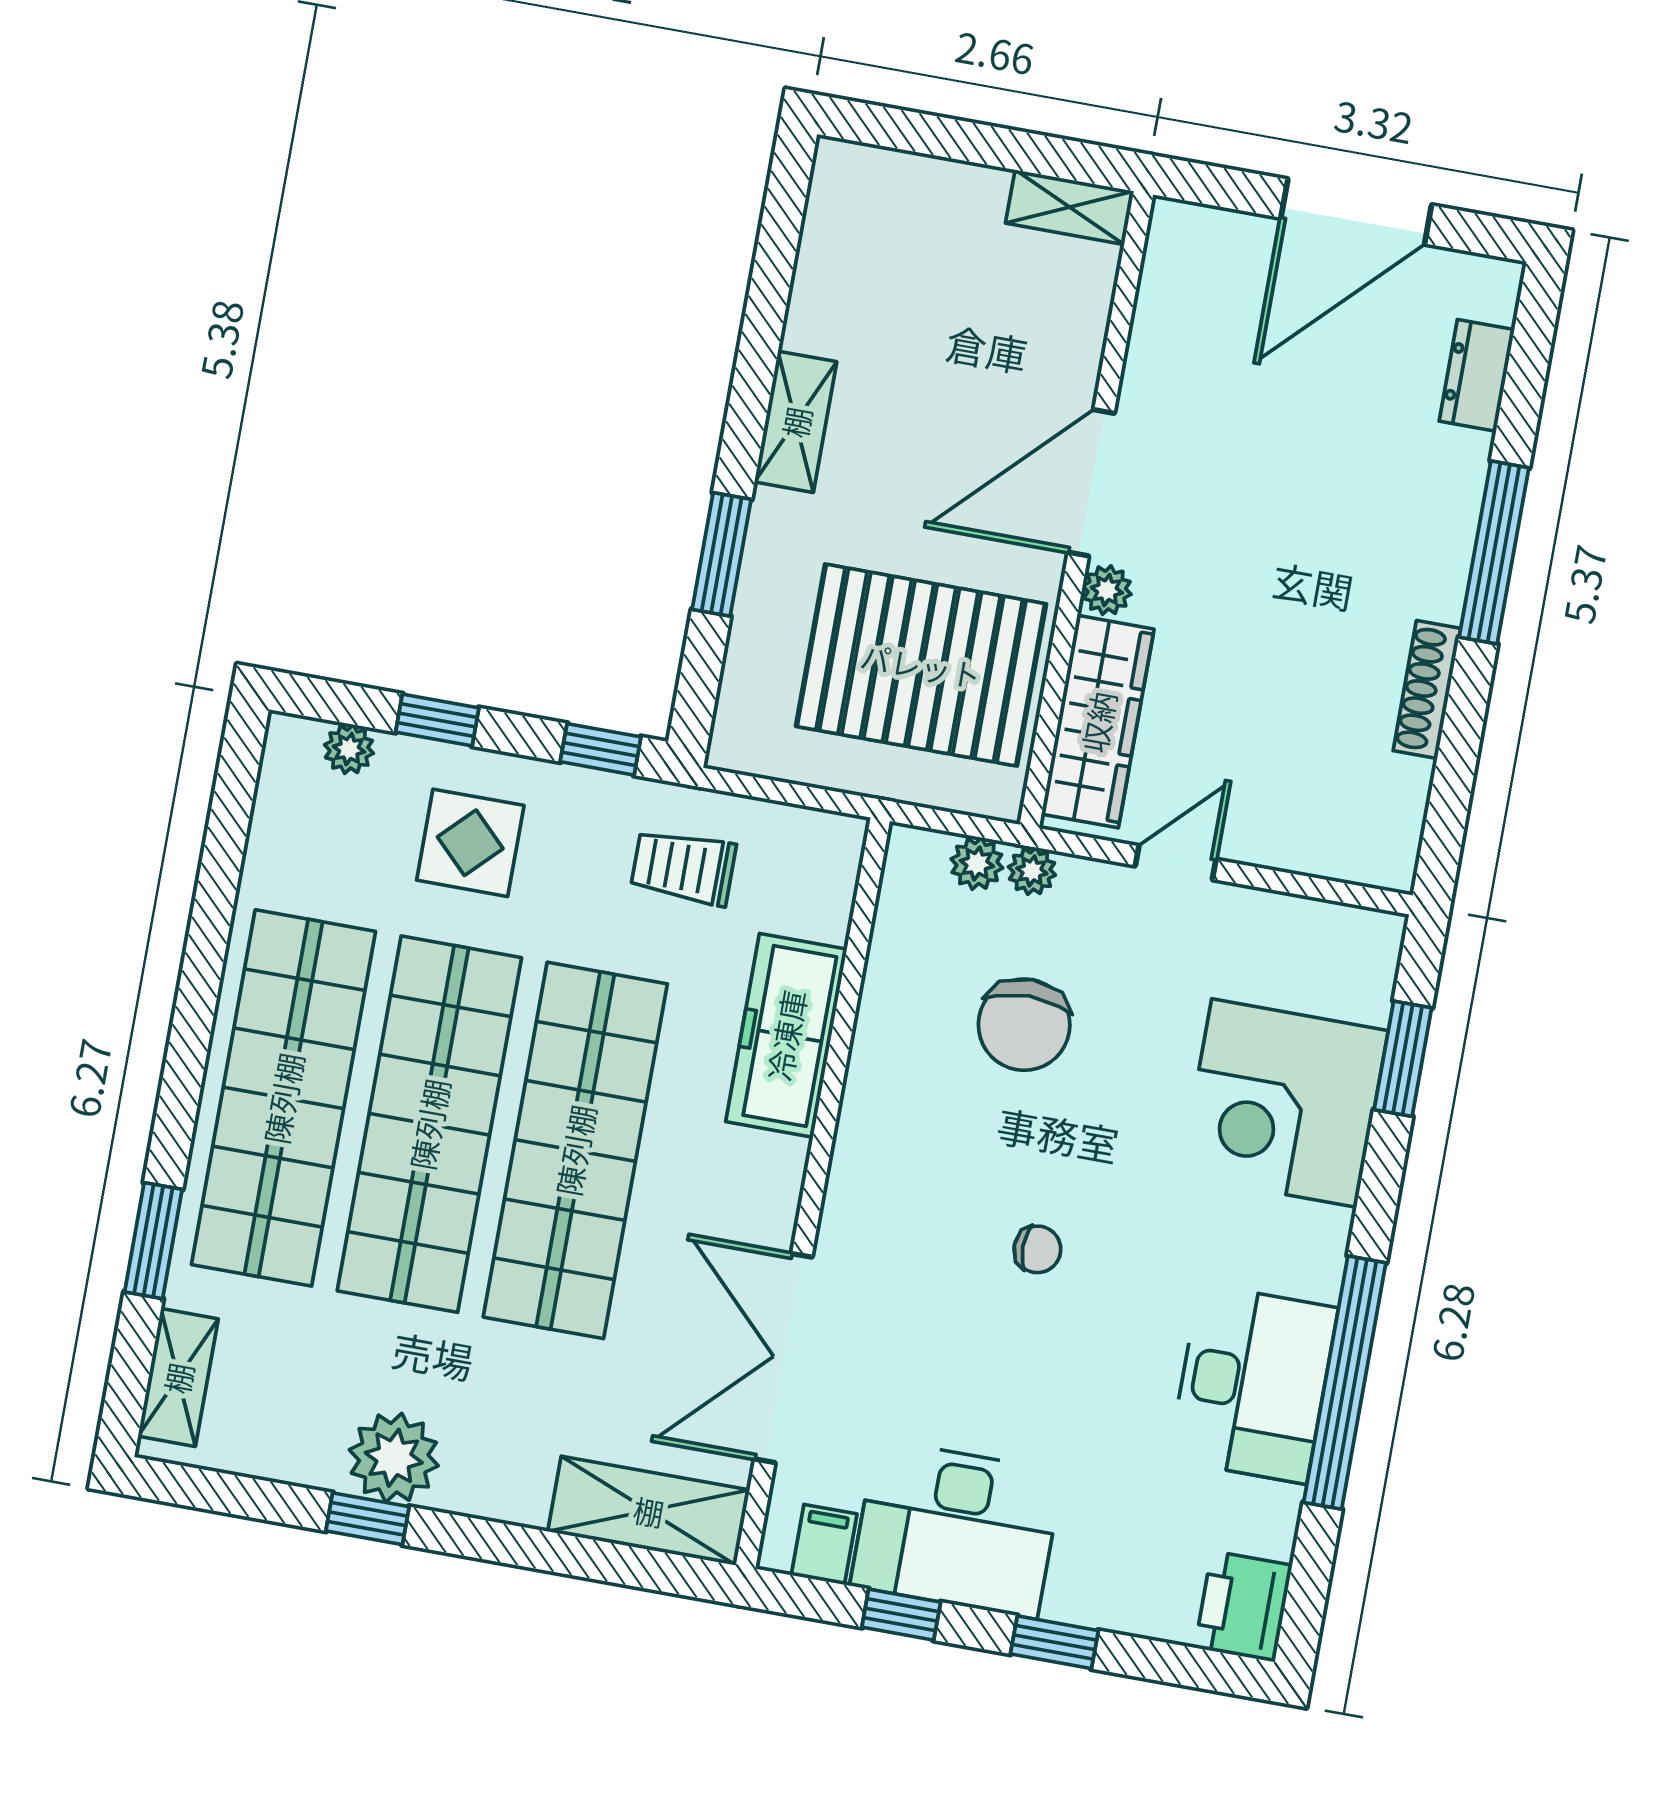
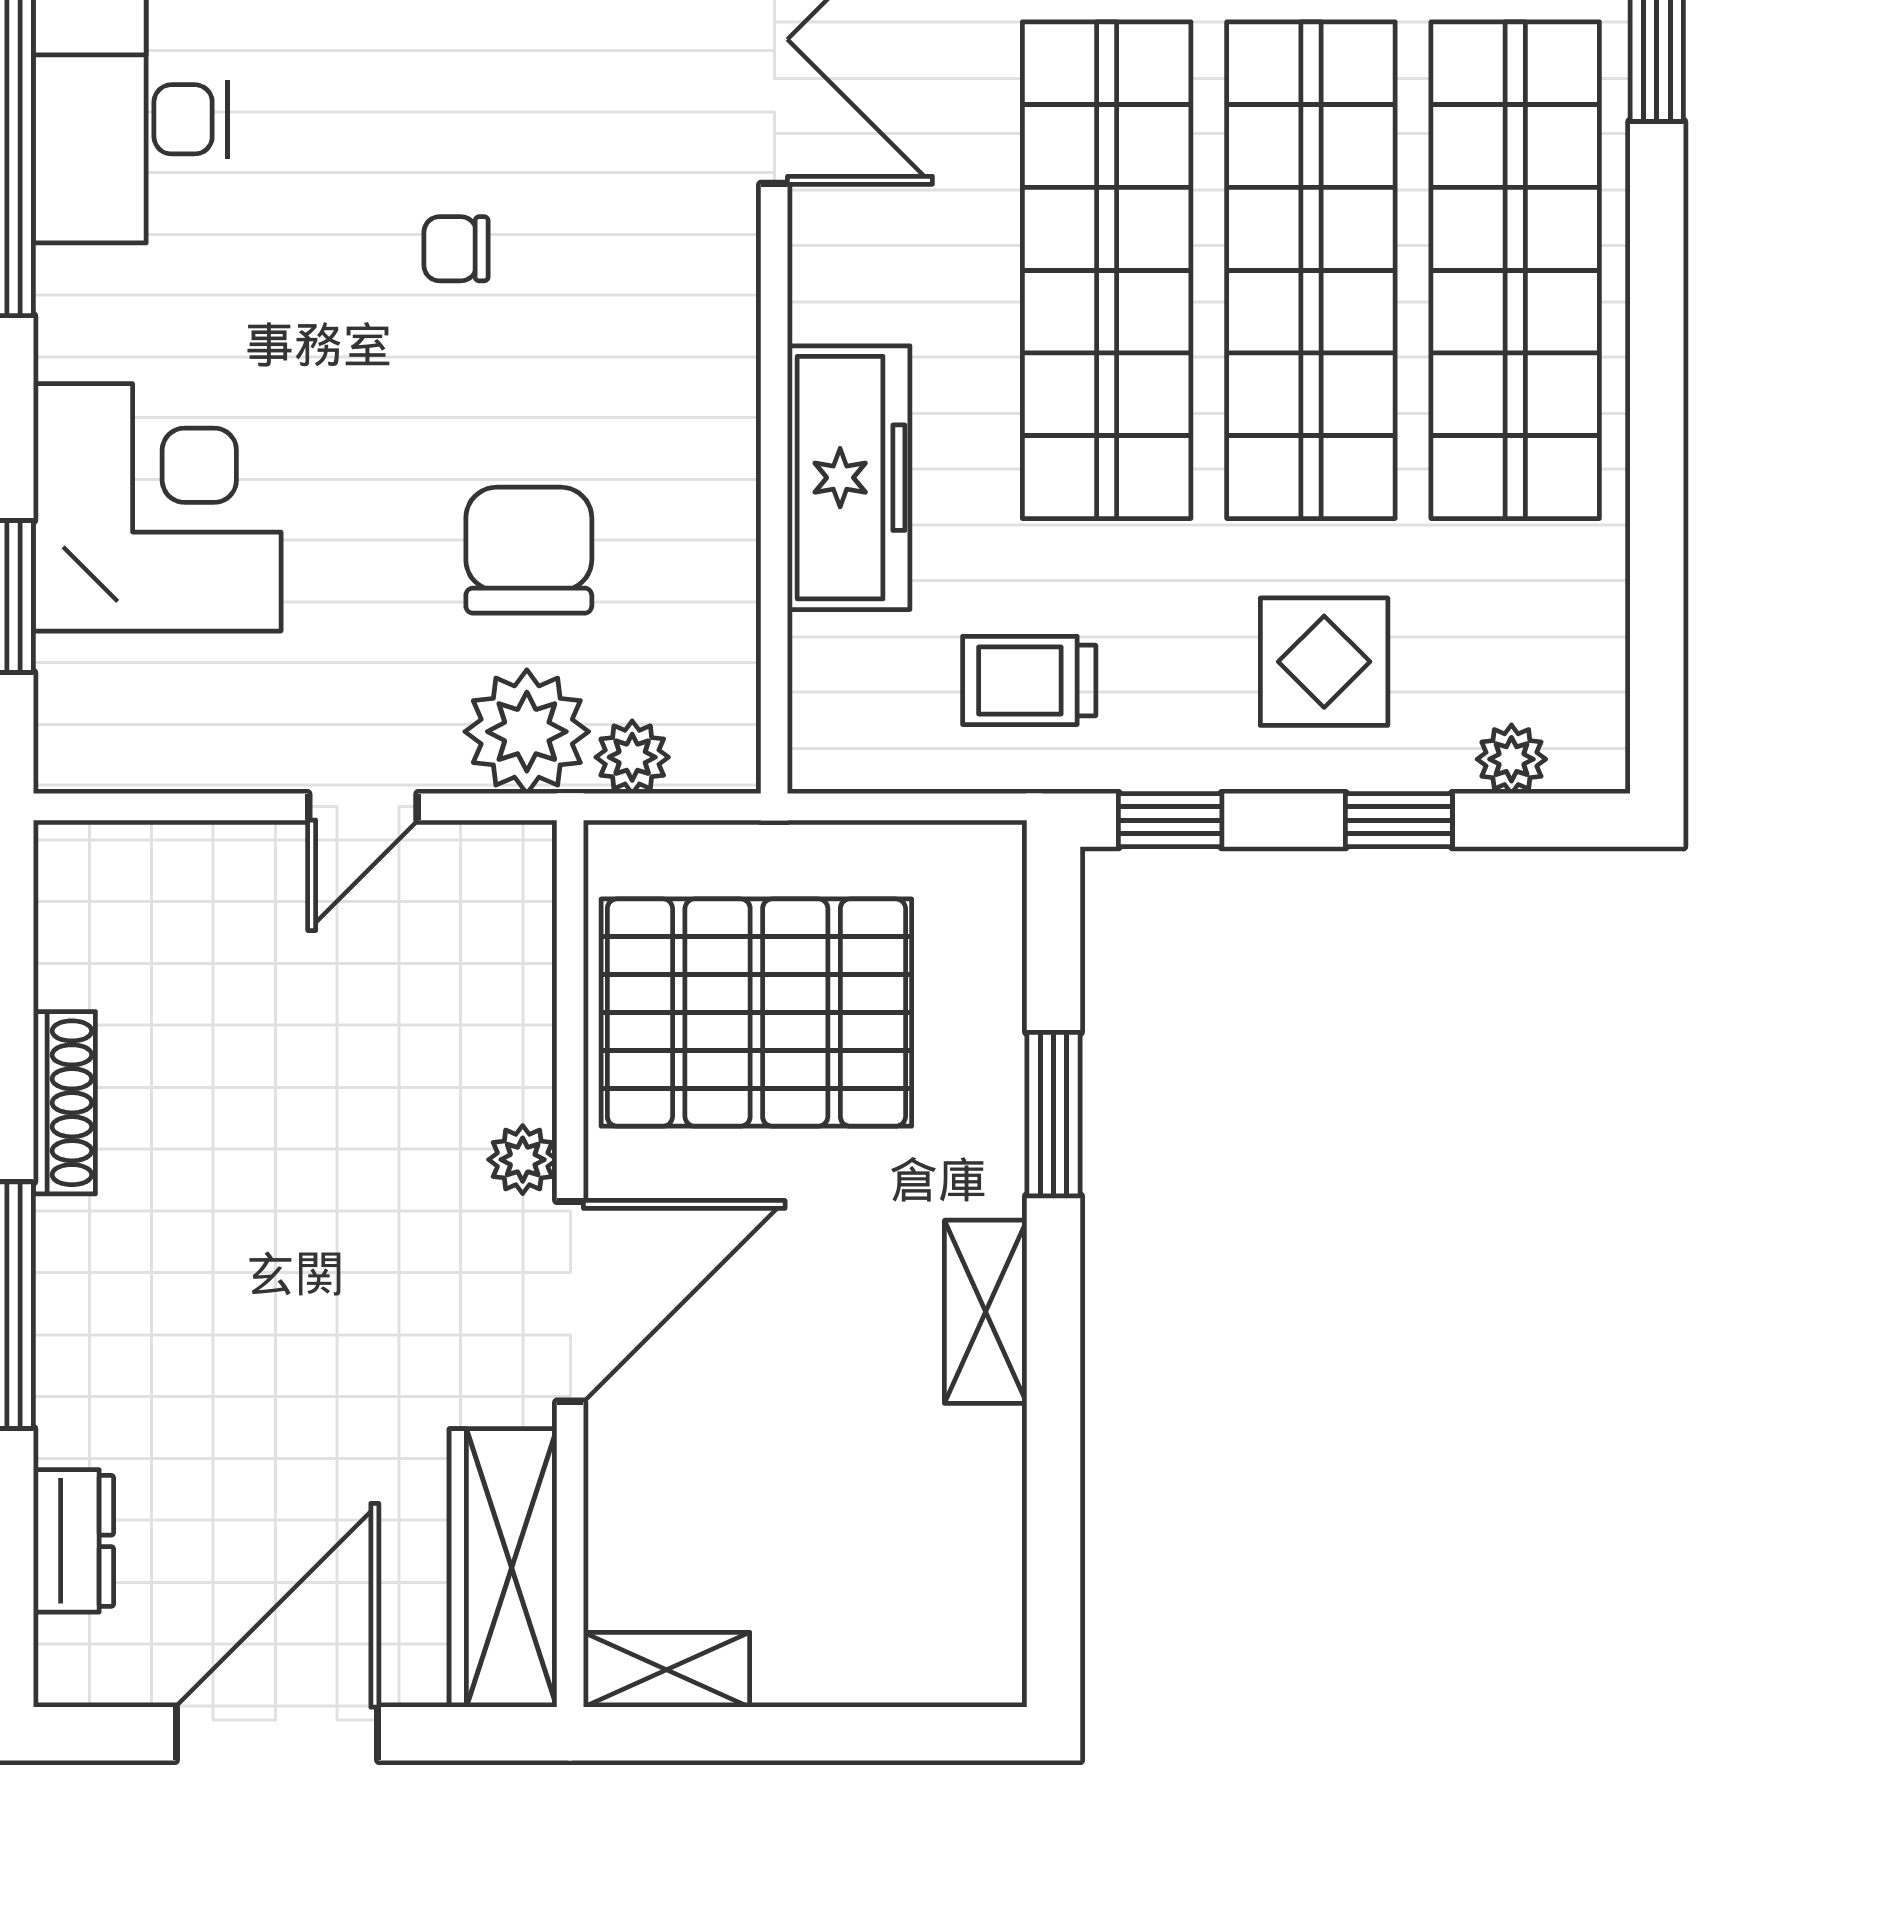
wardrobe: (1098, 722) -> (503, 1568), moved
trolley: (683, 867) -> (1029, 680), turned 180
plant: (1032, 871) -> (527, 732), width x1.87, depth x1.87

